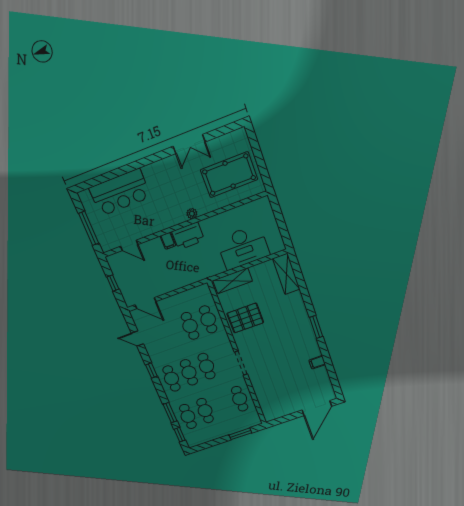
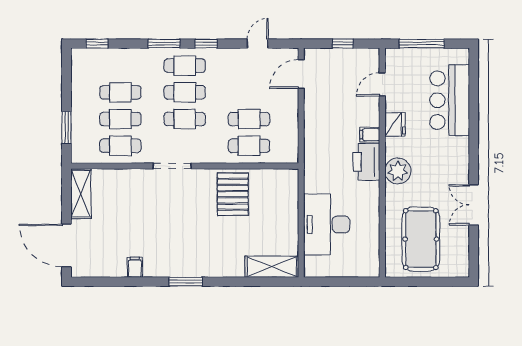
plant: (192, 214) -> (398, 171), width x1.87, depth x1.87
fridge: (154, 226) -> (395, 124), added
shelving: (233, 281) -> (81, 194), moved
window: (170, 413) -> (164, 44), moved
cafe table: (188, 416) -> (120, 119), moved

